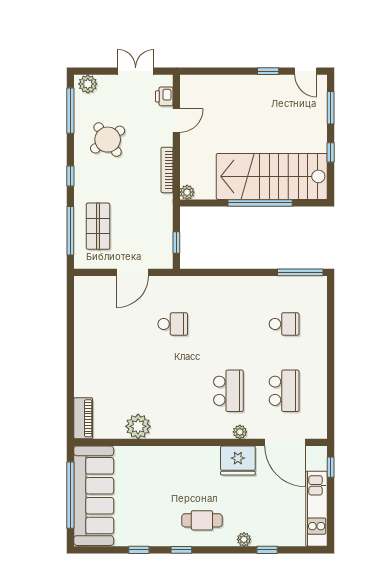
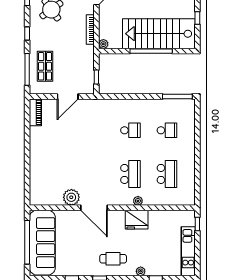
school desk: (173, 324) -> (130, 130), moved
piano: (83, 418) -> (35, 112), moved
door: (285, 442) -> (94, 208), moved

